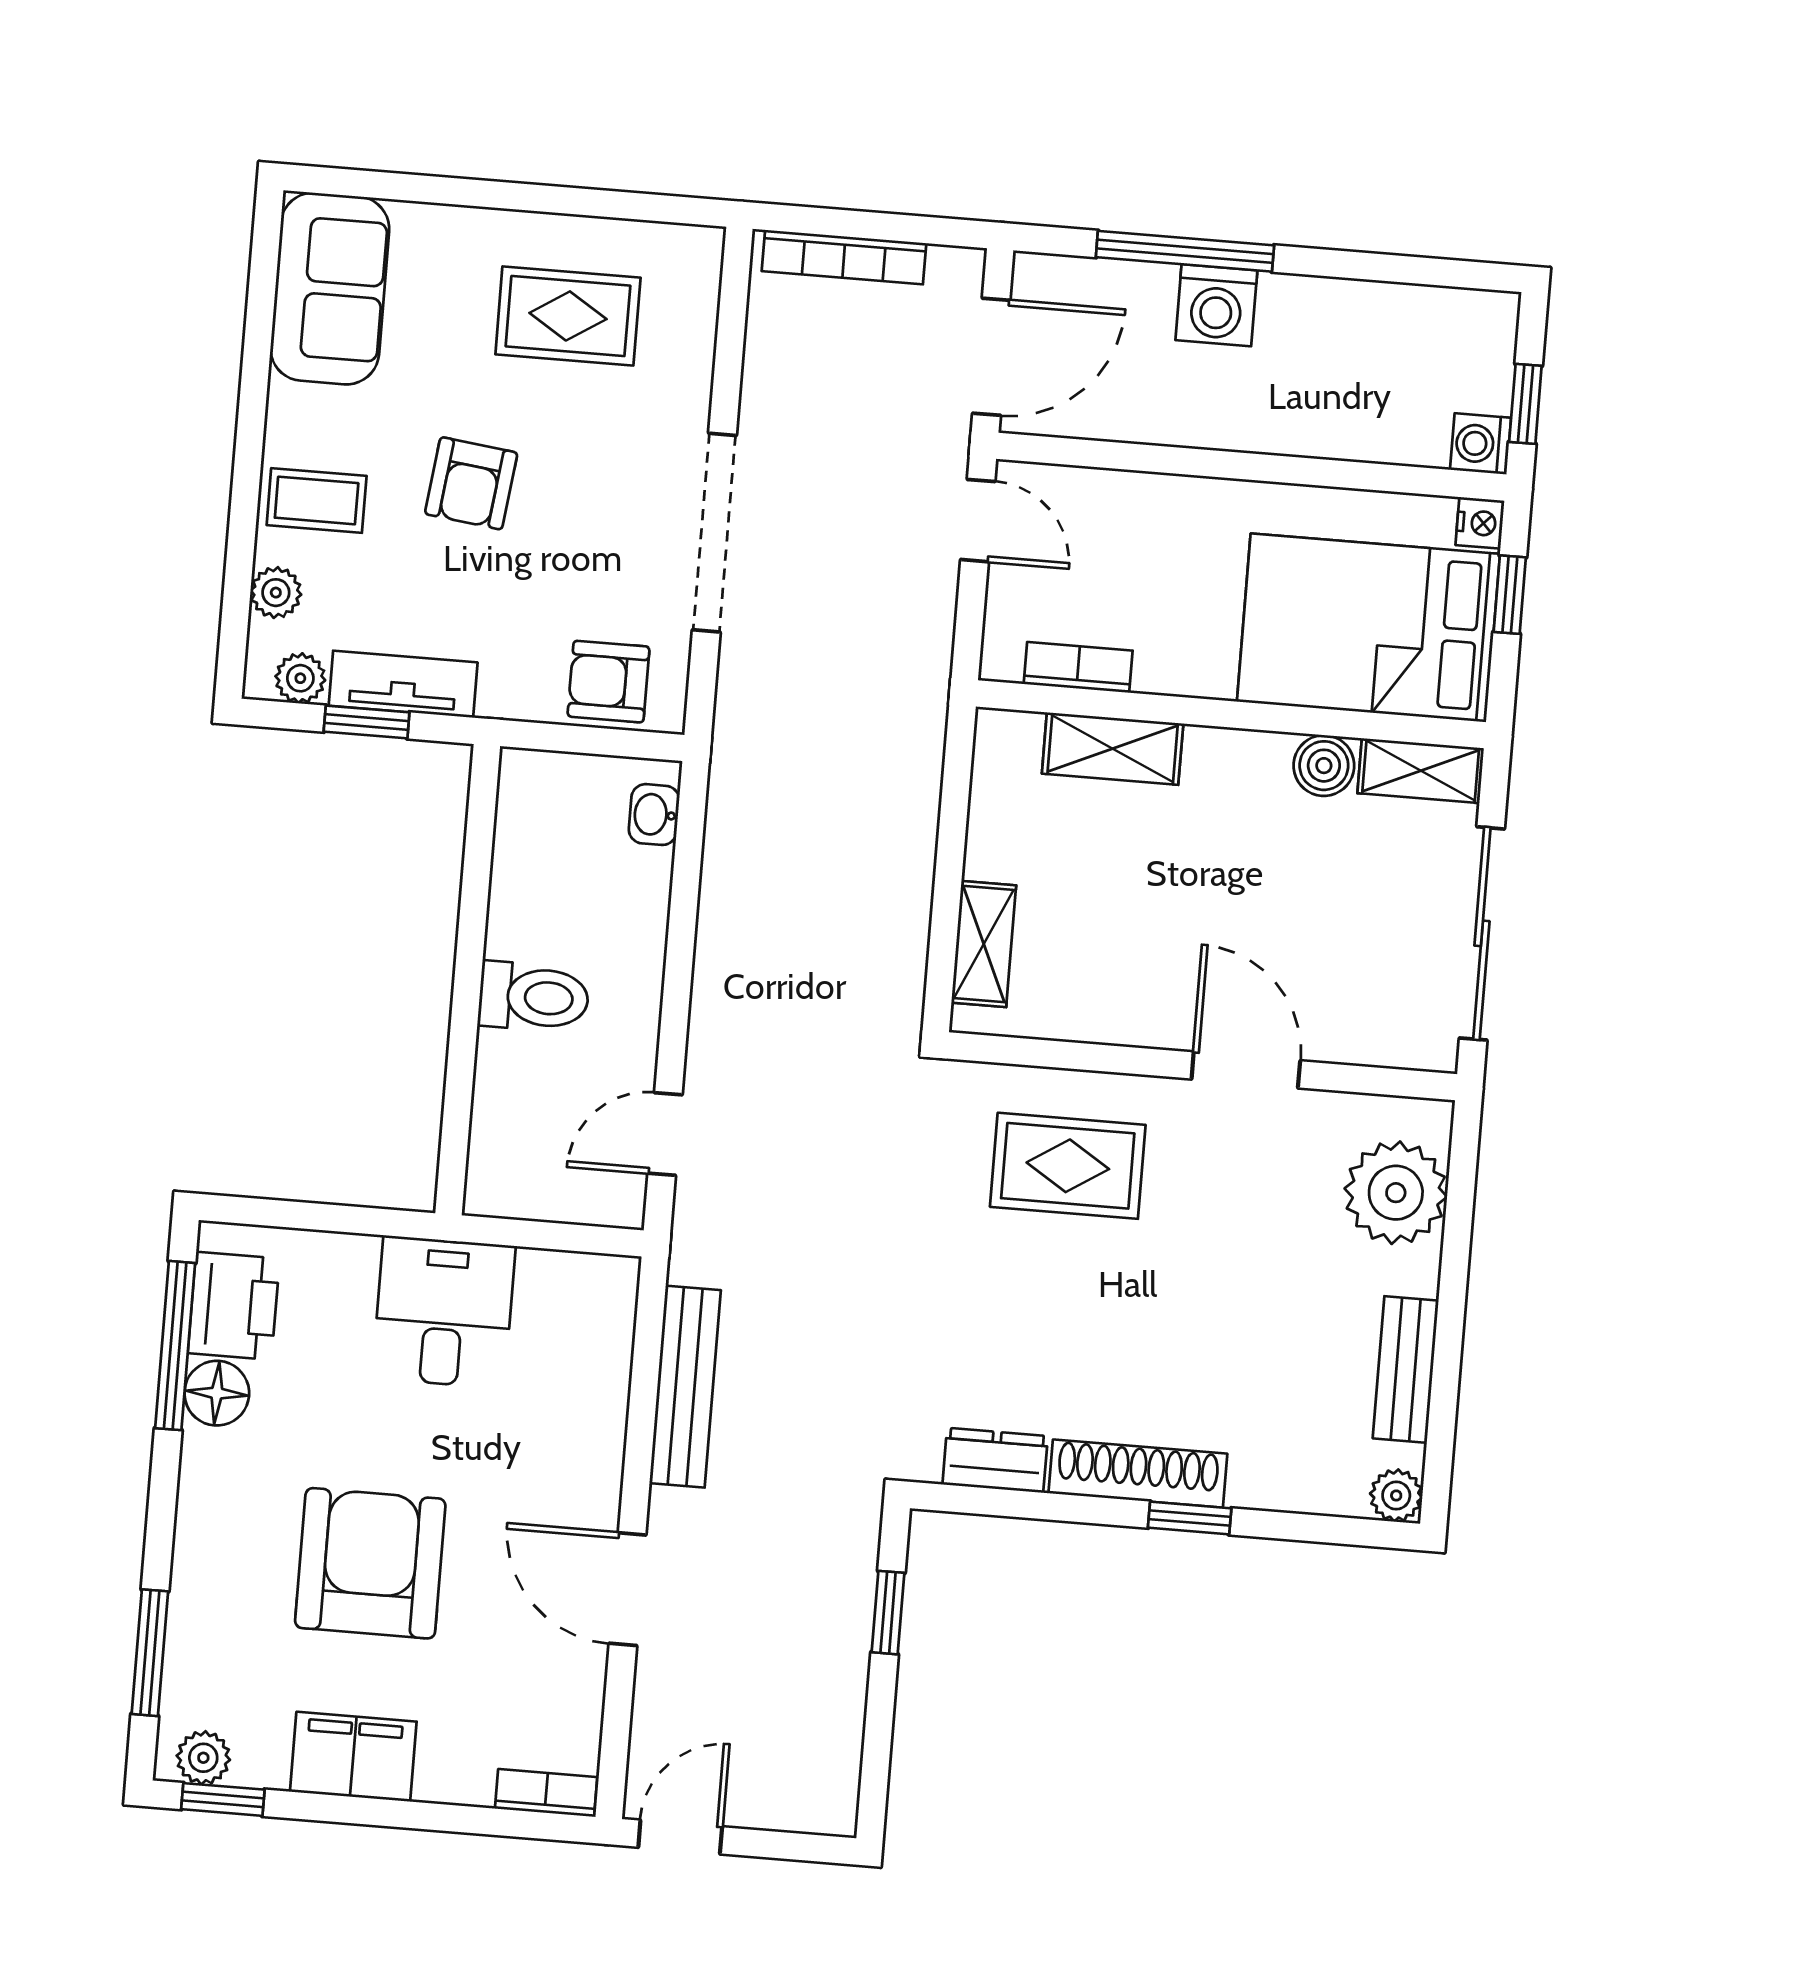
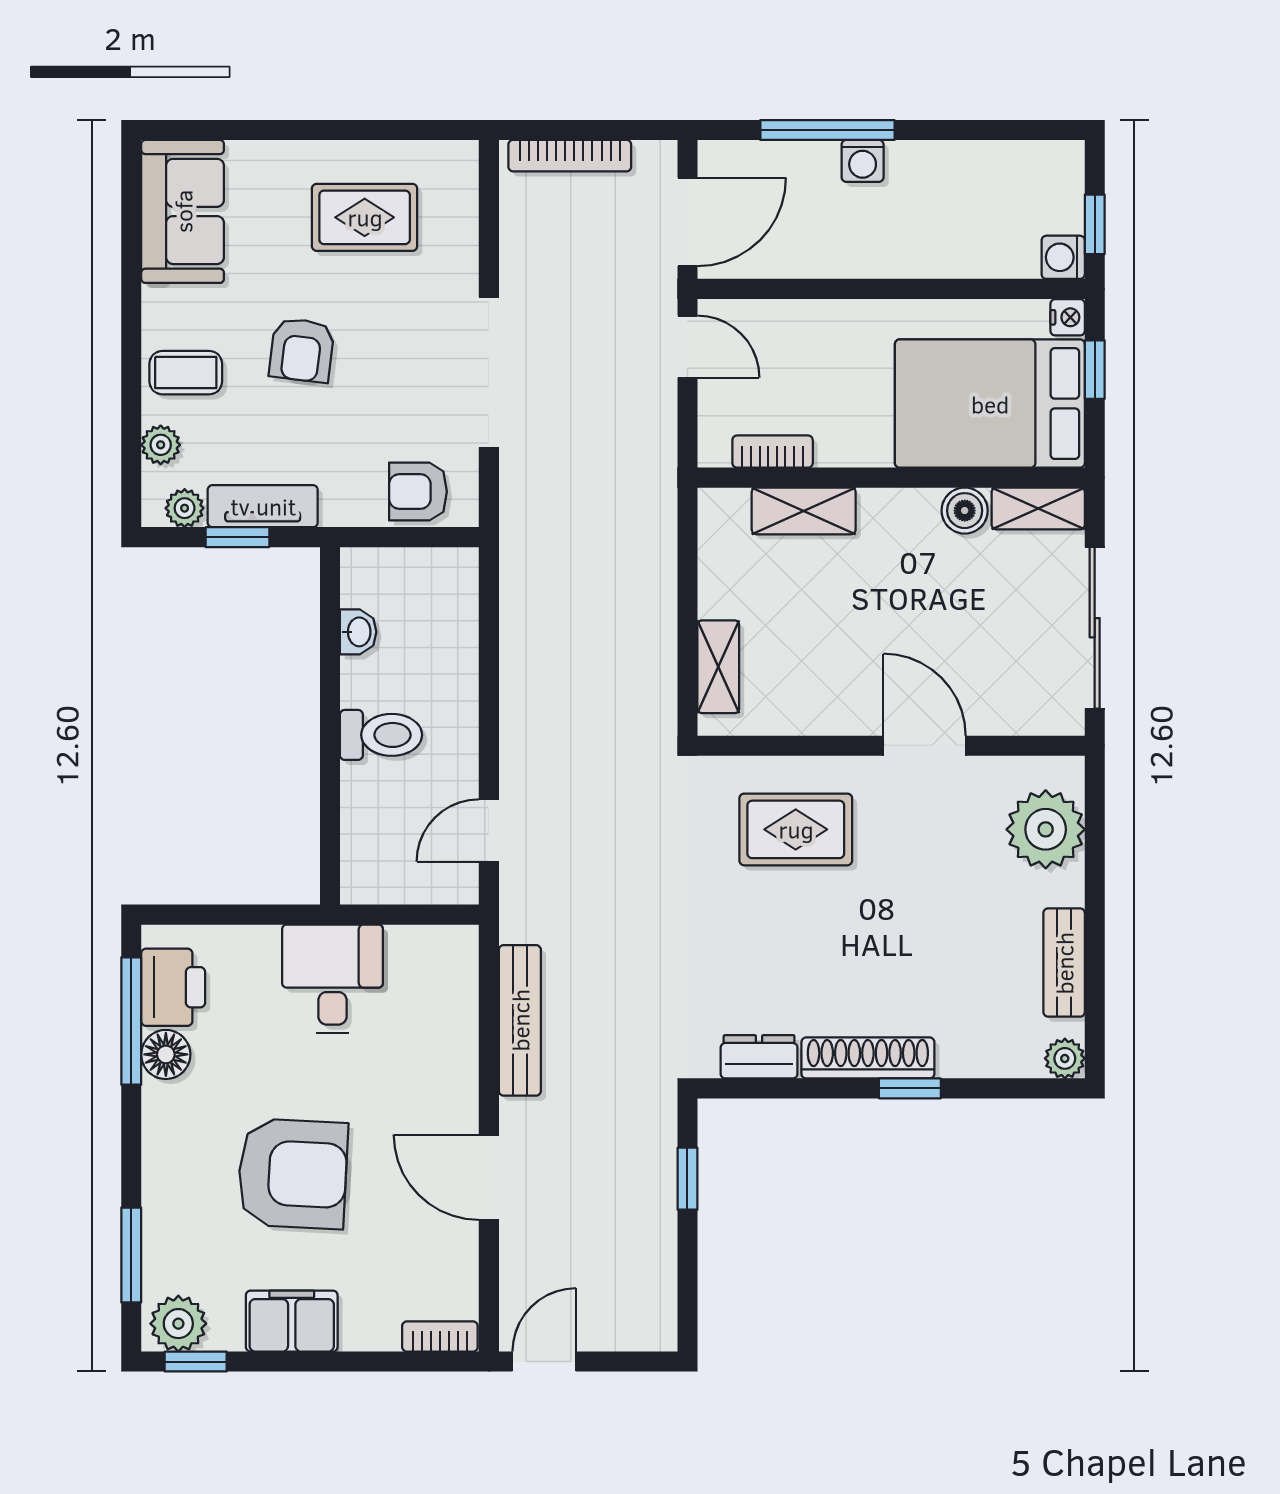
washing machine: (1216, 305) -> (863, 161), width x0.73, depth x0.73
washbasin: (654, 815) -> (358, 632), moved, turned 180
armchair: (370, 1563) -> (293, 1174), turned 93
plant: (203, 1758) -> (178, 1324), width x1.38, depth x1.38

